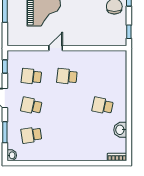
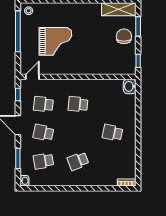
door: (56, 48) -> (32, 77), moved
washbasin: (120, 130) -> (130, 86), moved
school desk: (67, 135) -> (78, 161), added

